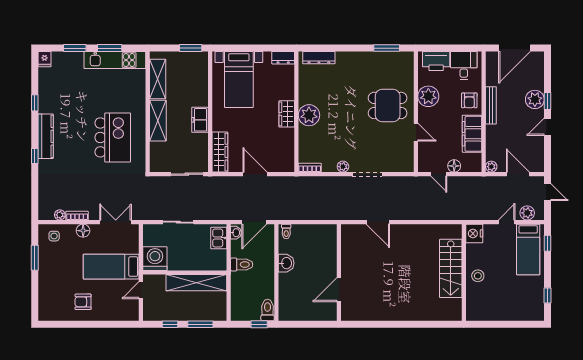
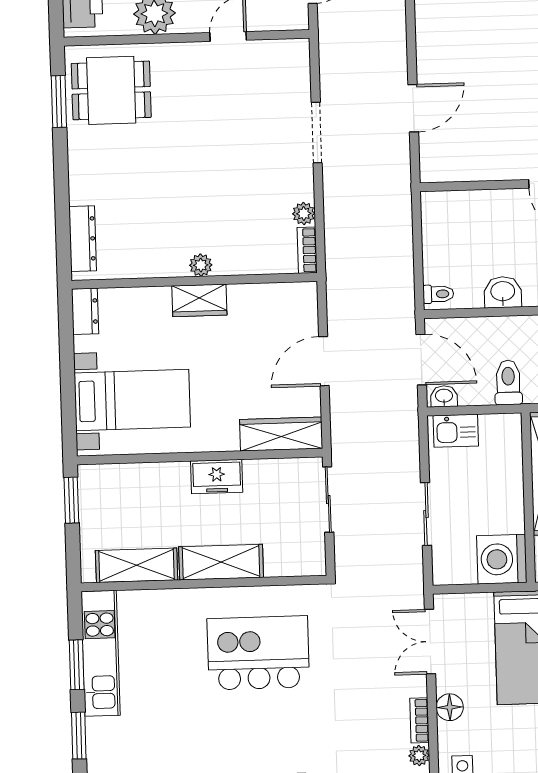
dining table: (388, 105) -> (111, 90), moved, turned 90
plant: (309, 115) -> (201, 265), width x0.53, depth x0.53
plant: (343, 167) -> (304, 214), moved

